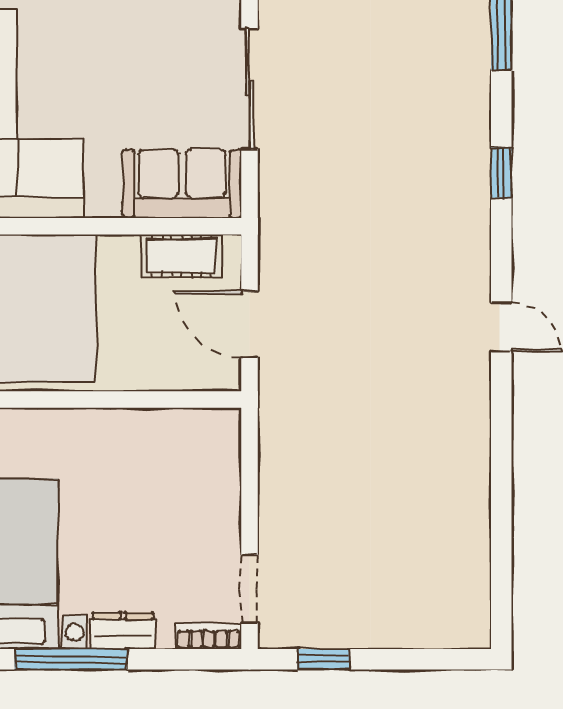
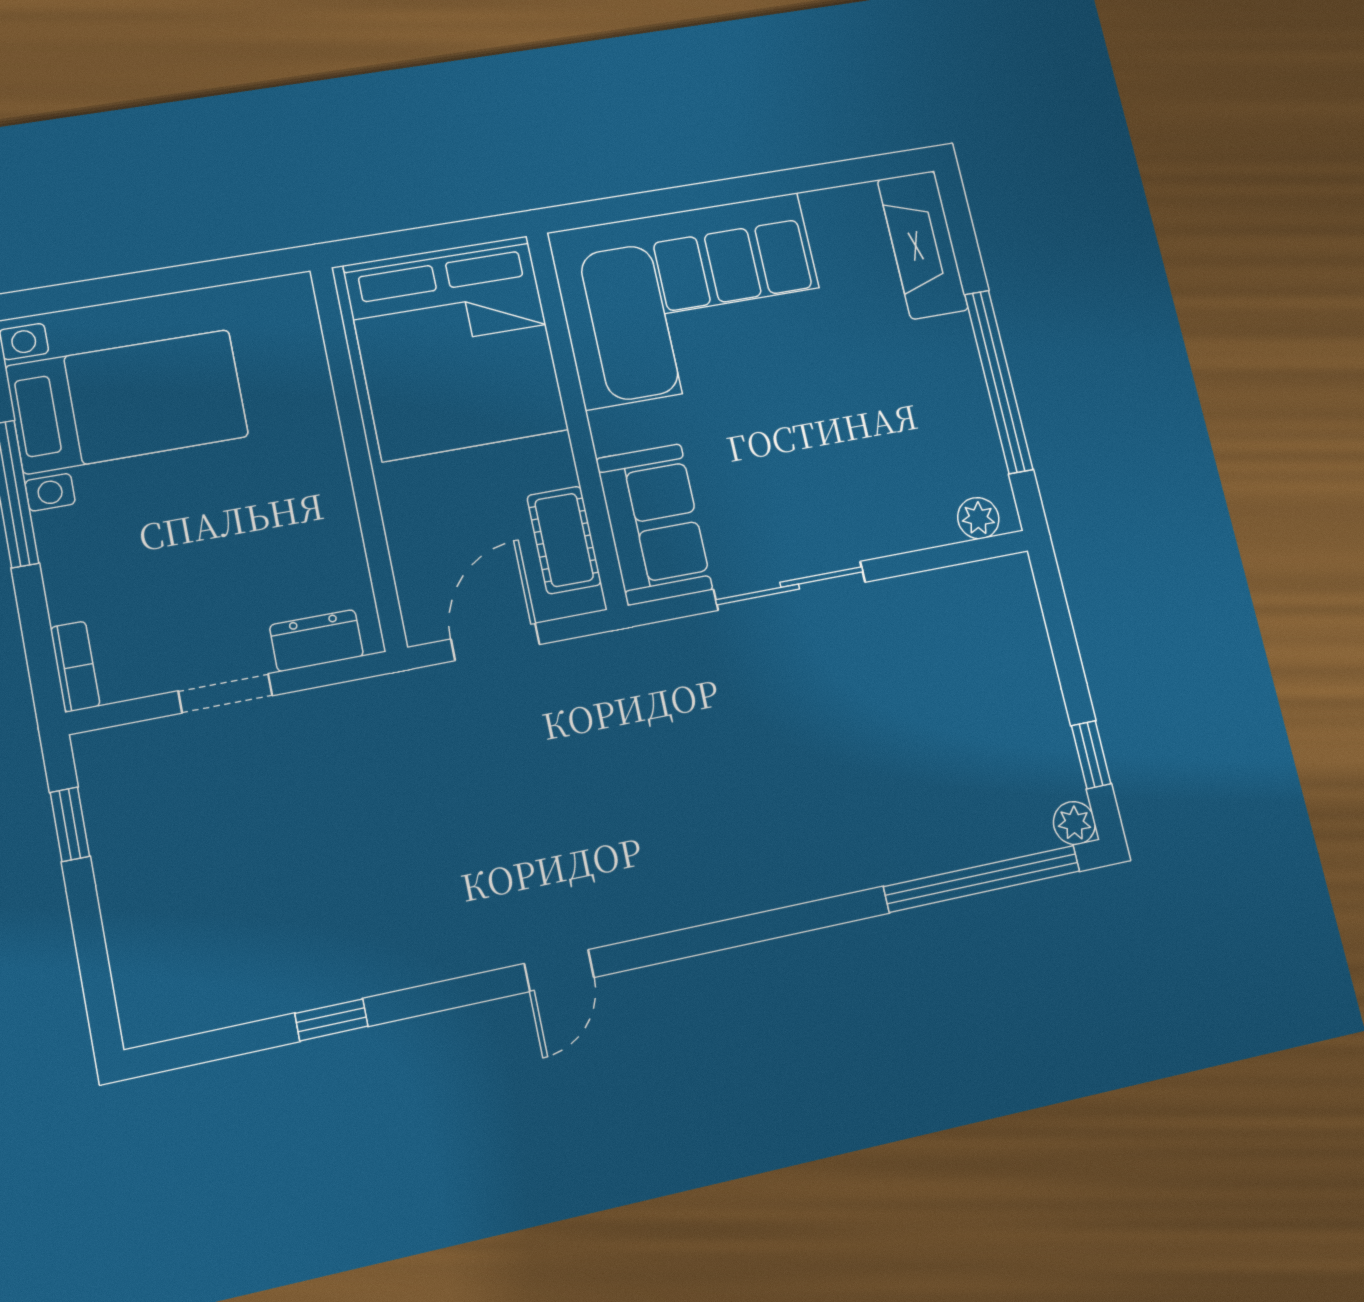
window: (501, 173) -> (331, 1020), moved
doorway: (250, 589) -> (225, 693), moved
dresser: (123, 631) -> (316, 641), moved, turned -90

